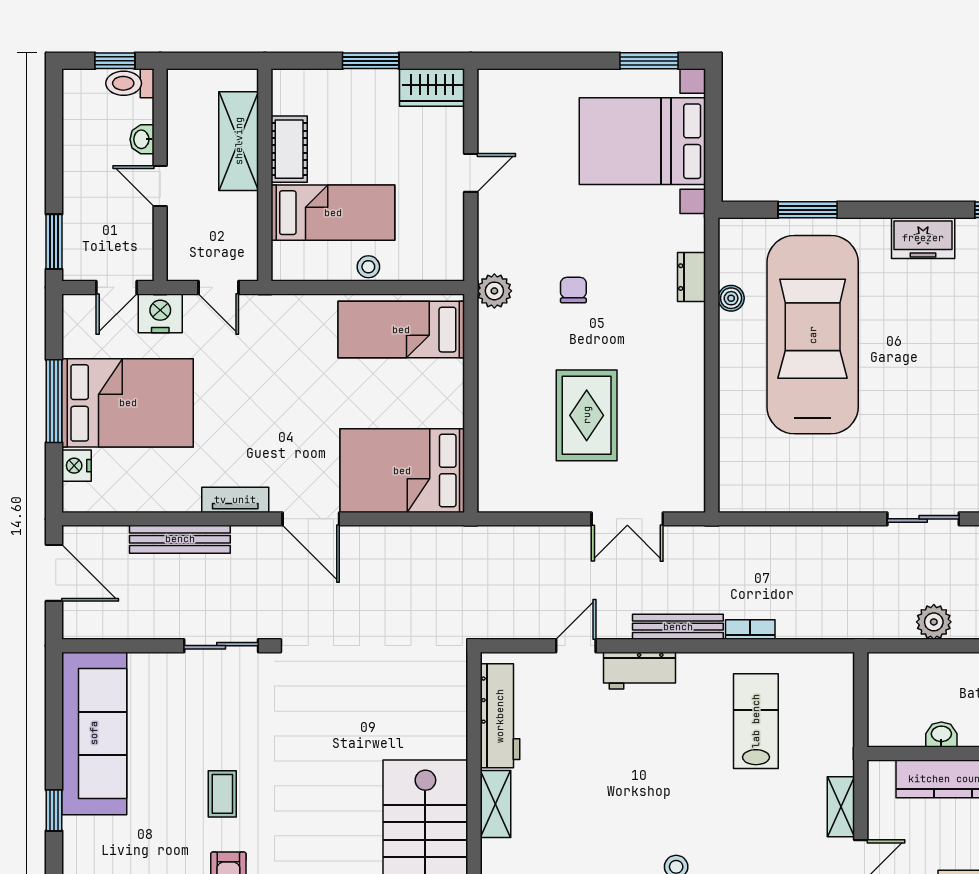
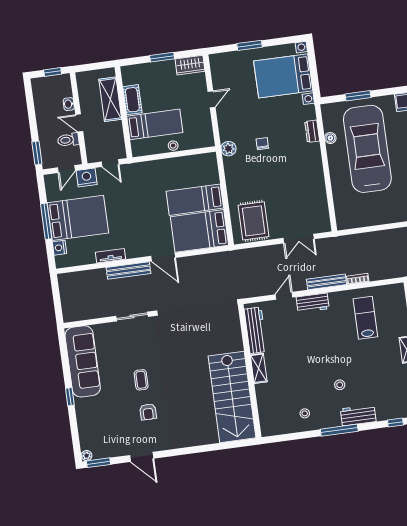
window: (649, 61) -> (250, 45), moved
toilet: (130, 83) -> (68, 140), moved
bed: (401, 330) -> (195, 200), moved
rug: (587, 415) -> (254, 221), moved
tv unit: (235, 500) -> (110, 256), moved
bench: (180, 539) -> (128, 270), moved
door: (54, 573) -> (56, 295), removed

